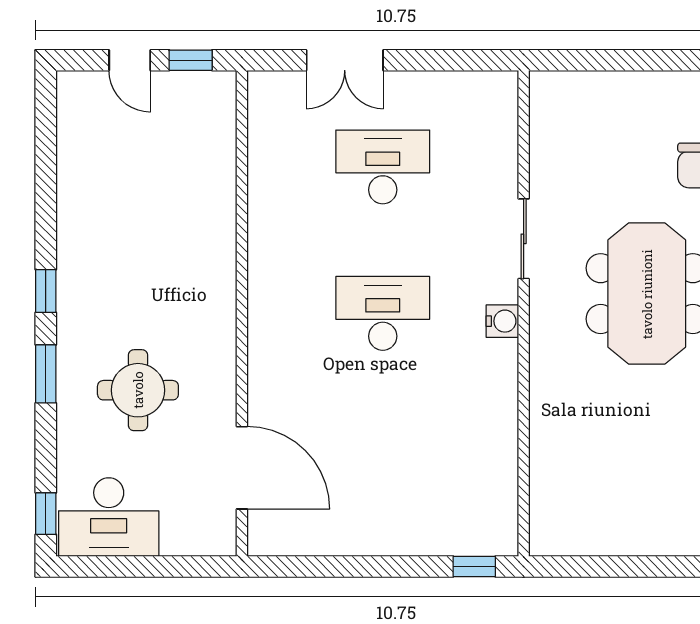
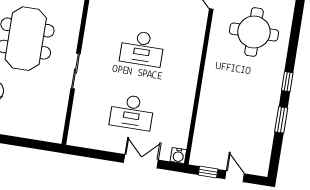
water cooler: (502, 321) -> (178, 156), moved, turned -90
window: (46, 374) -> (281, 120), moved
round table: (138, 390) -> (254, 32), width x1.36, depth x1.36

